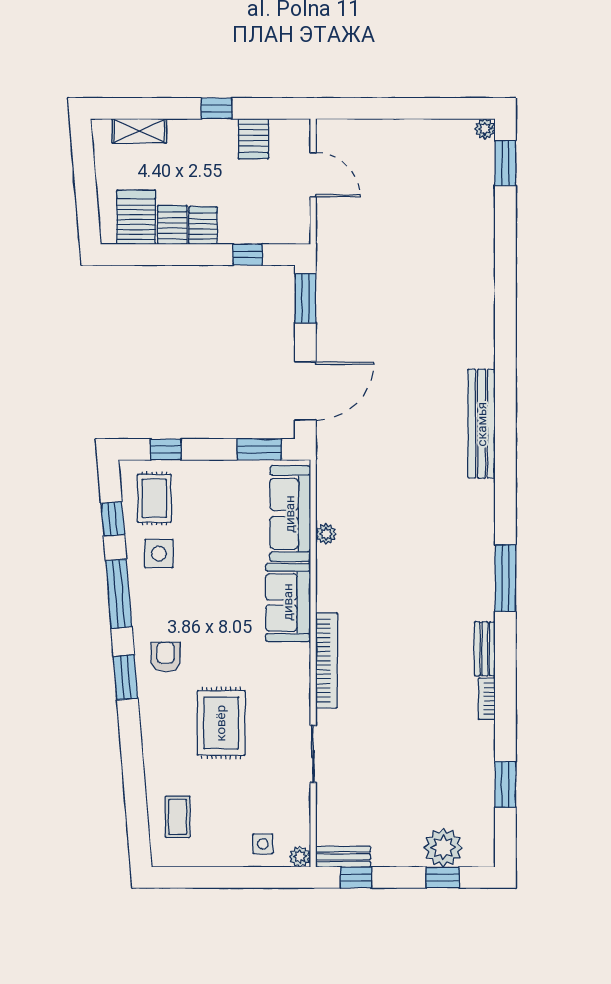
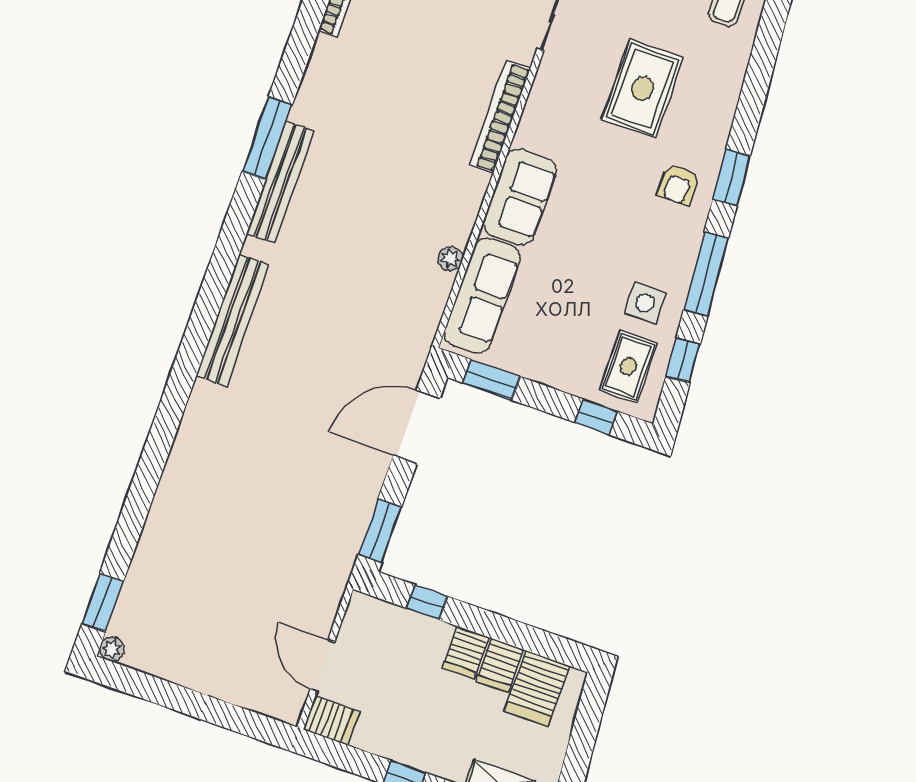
server rack: (253, 139) -> (331, 721), moved, turned 90
bench: (485, 649) -> (280, 182), moved, width x1.86, depth x1.21

